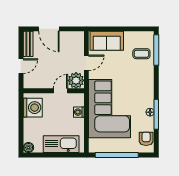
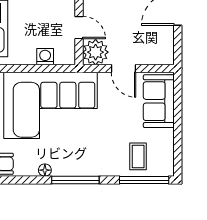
window: (156, 114) -> (75, 180), moved

